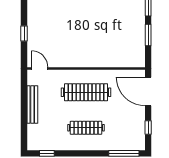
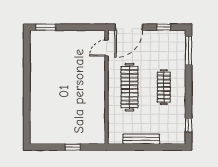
window: (148, 35) -> (74, 27), removed
door: (40, 68) -> (107, 48), moved

